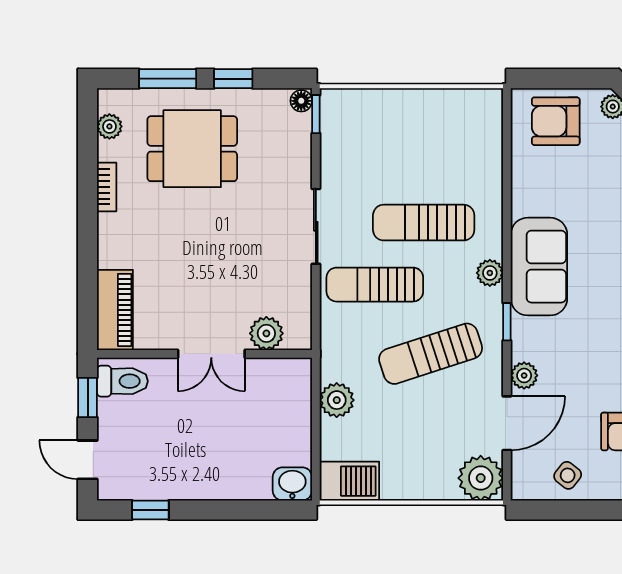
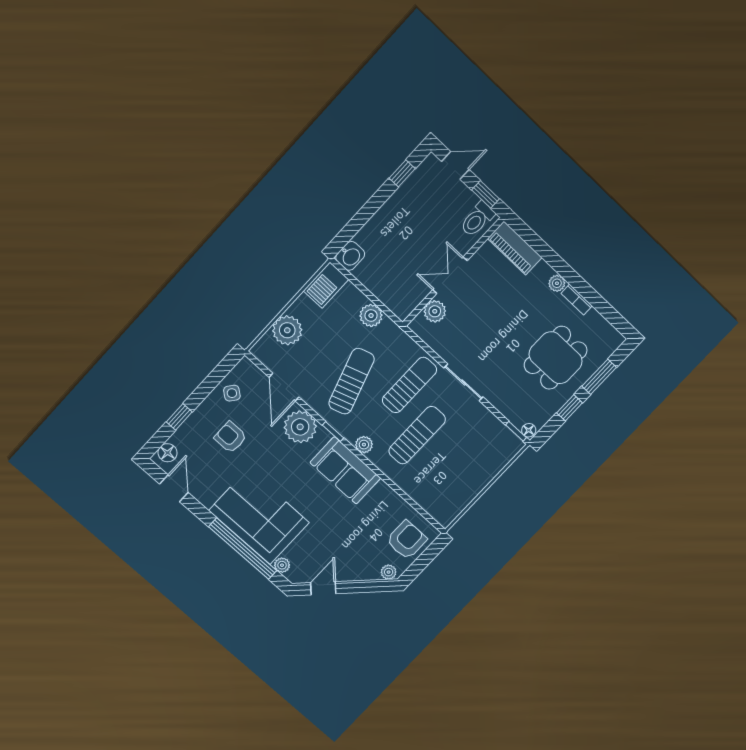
plant: (109, 126) -> (557, 283), moved
plant: (524, 375) -> (300, 427), width x1.87, depth x1.87
plant: (481, 478) -> (287, 330), moved

